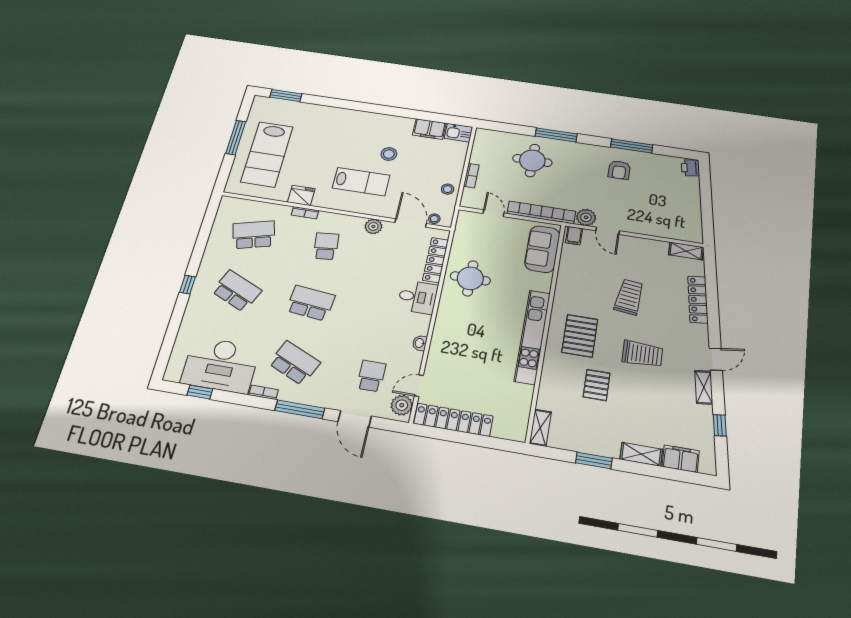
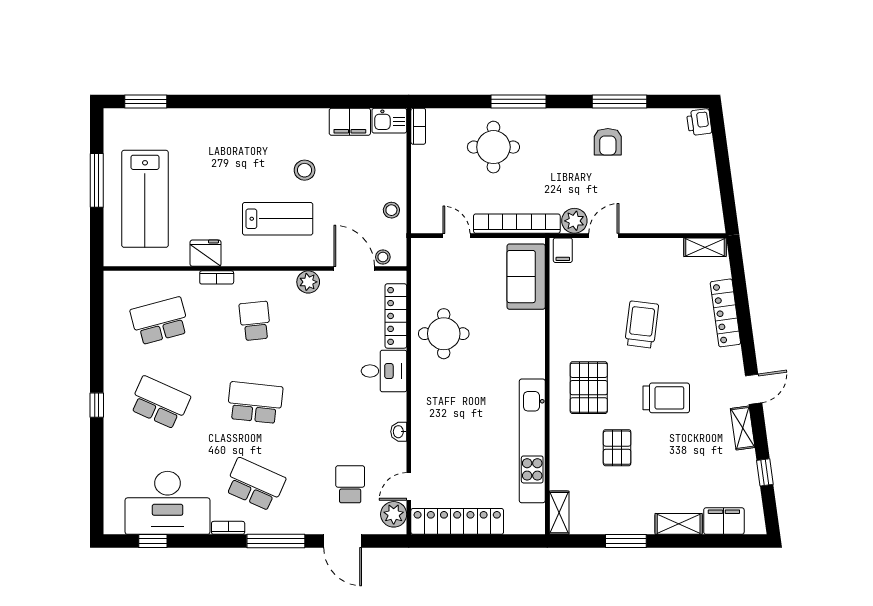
bookcase: (471, 176) -> (418, 126), moved
door: (608, 231) -> (604, 236), swing flipped
kitchen unit: (532, 337) -> (532, 441), moved

